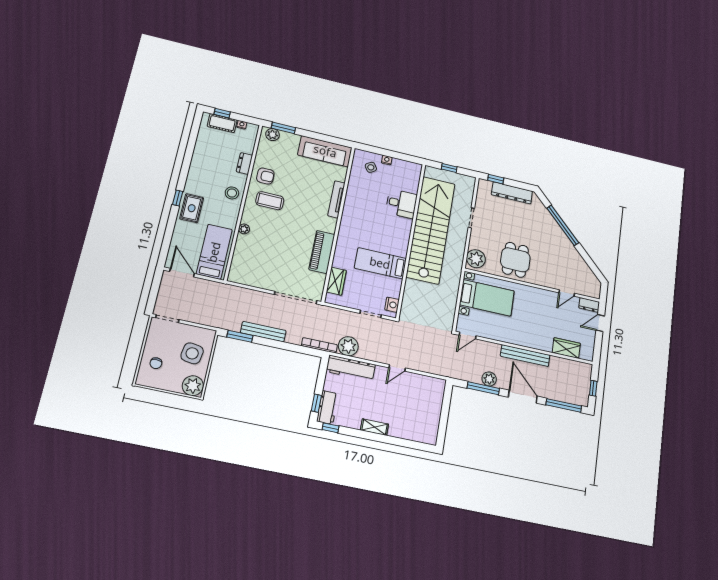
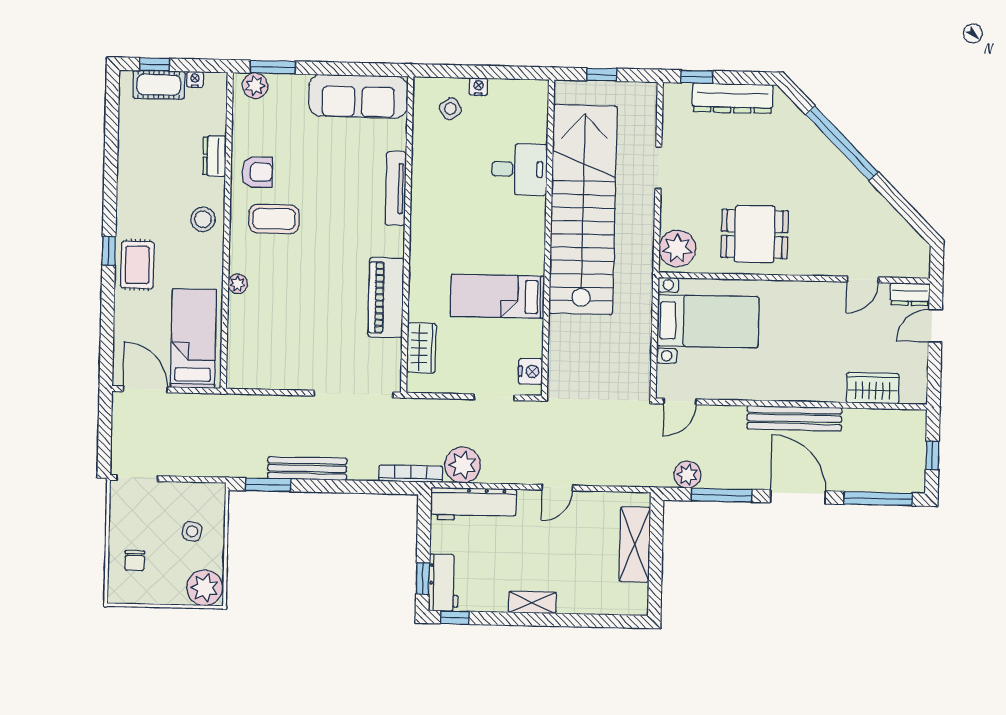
dining table: (515, 260) -> (755, 234), turned 90
side table: (192, 353) -> (192, 531), width x0.54, depth x0.54
plant: (489, 379) -> (687, 475), moved
shelving: (434, 406) -> (635, 544), added

